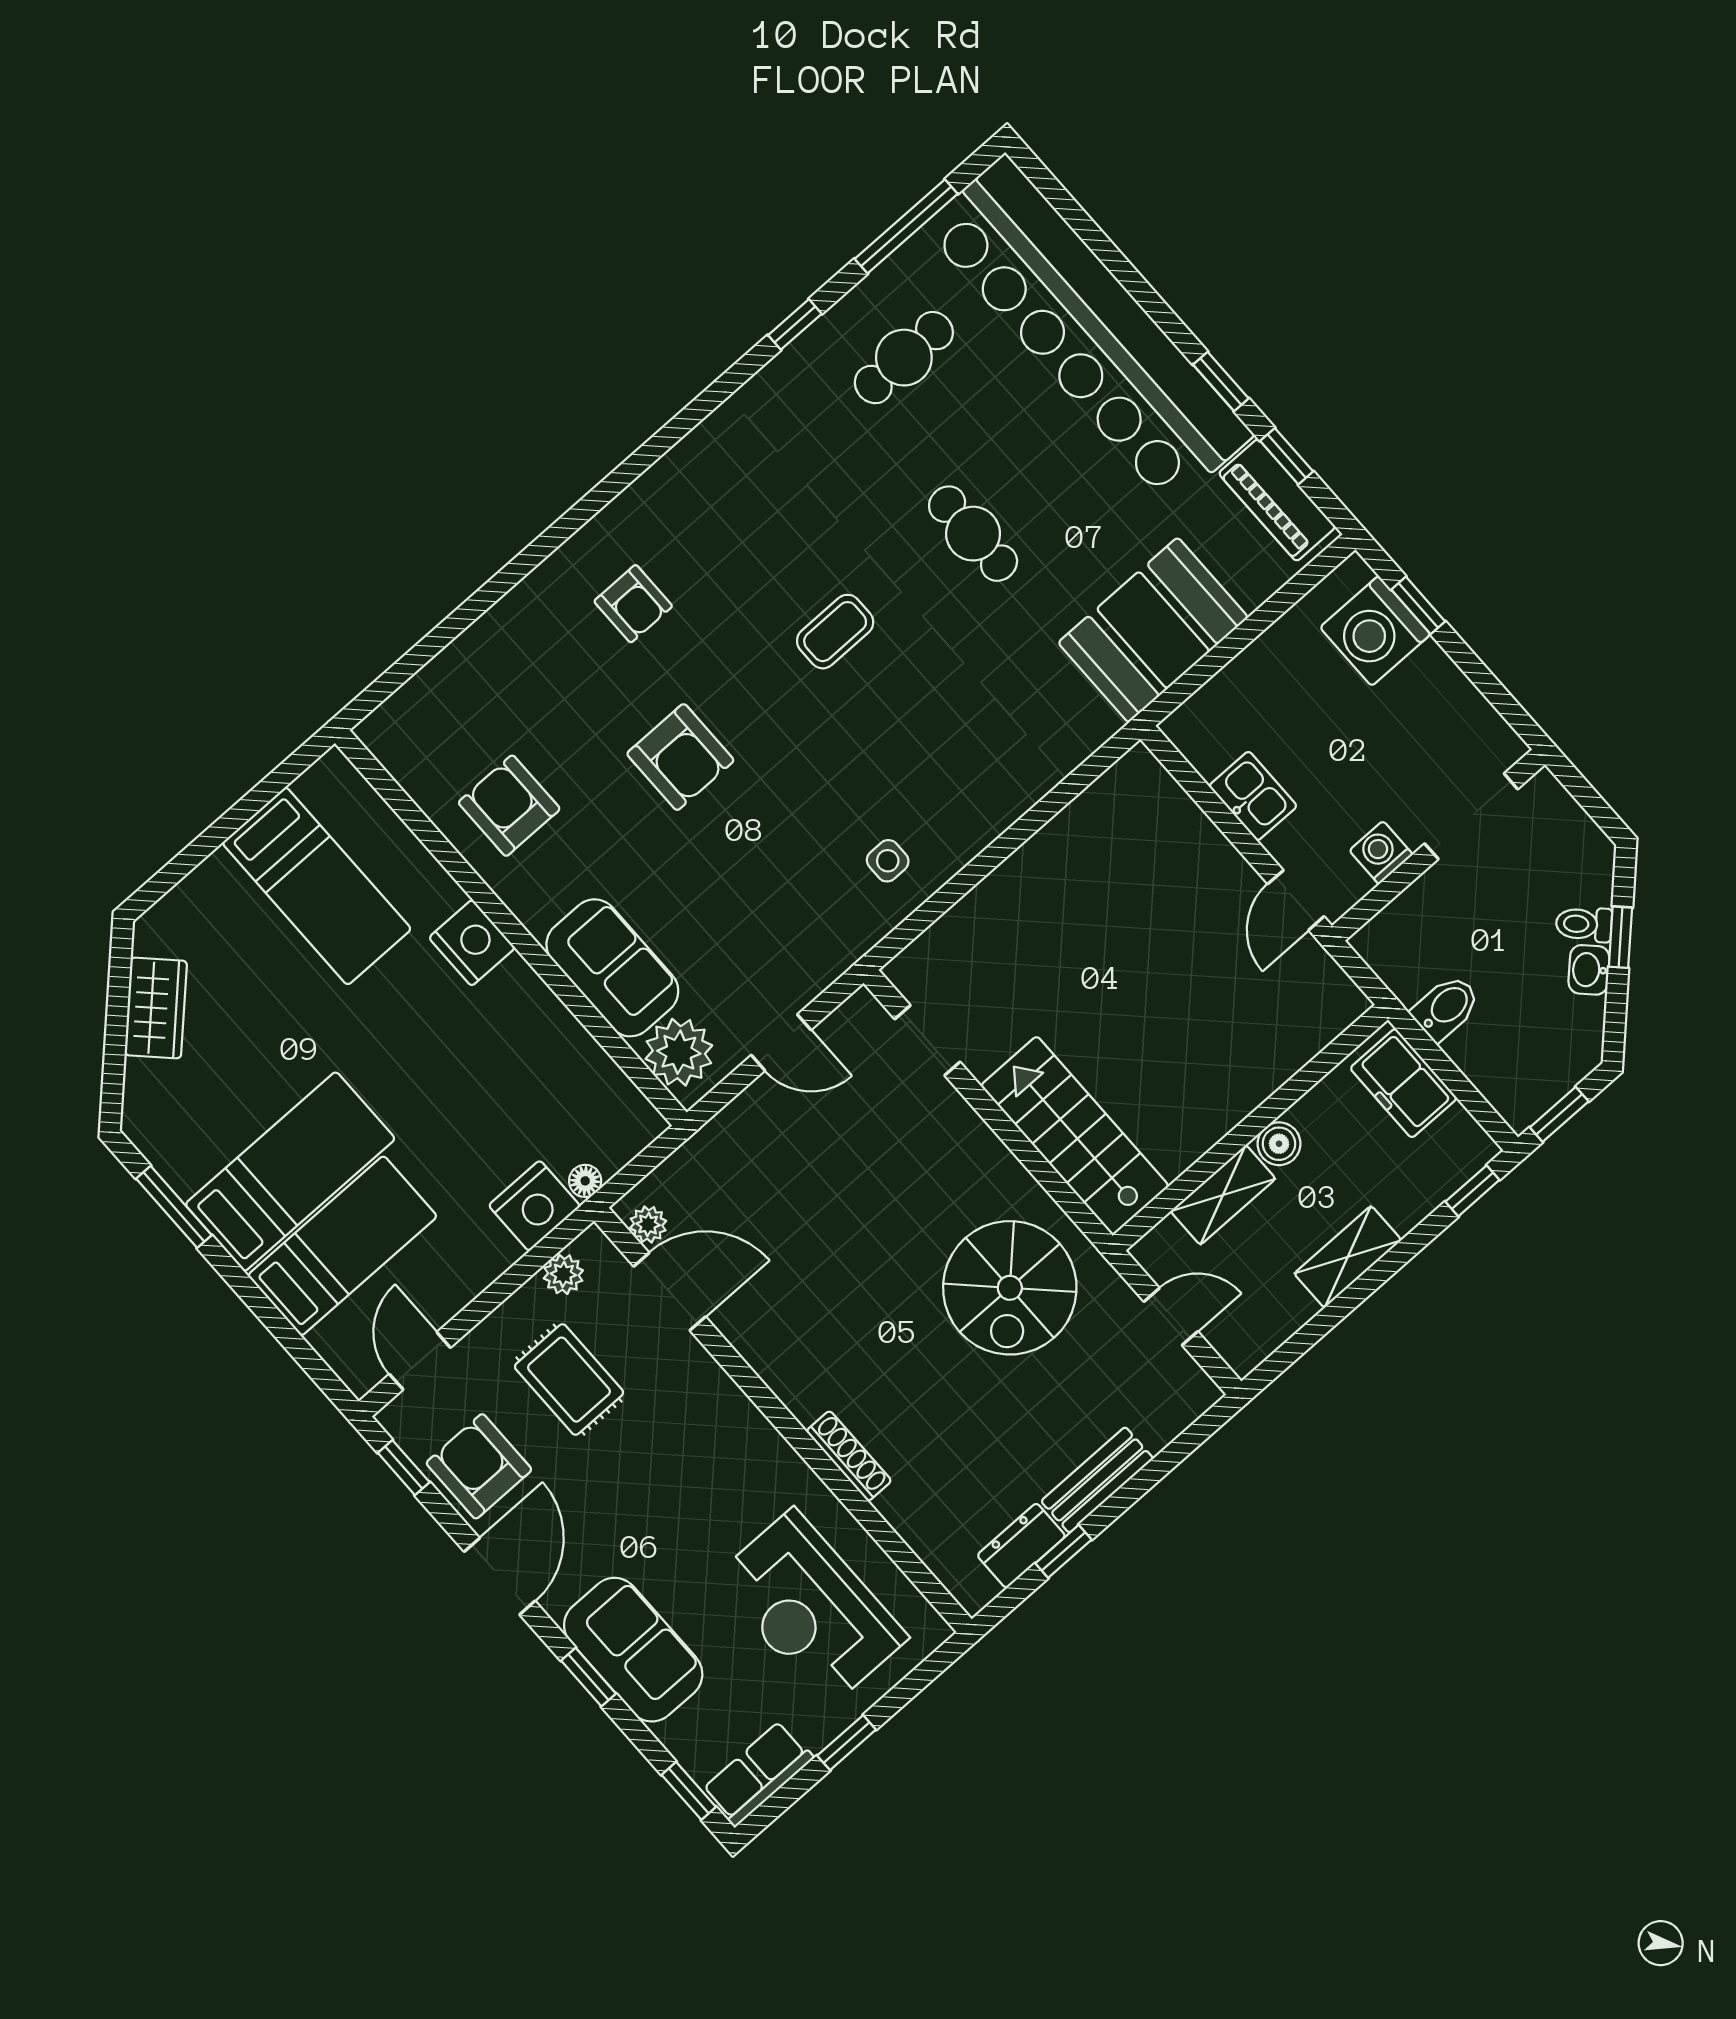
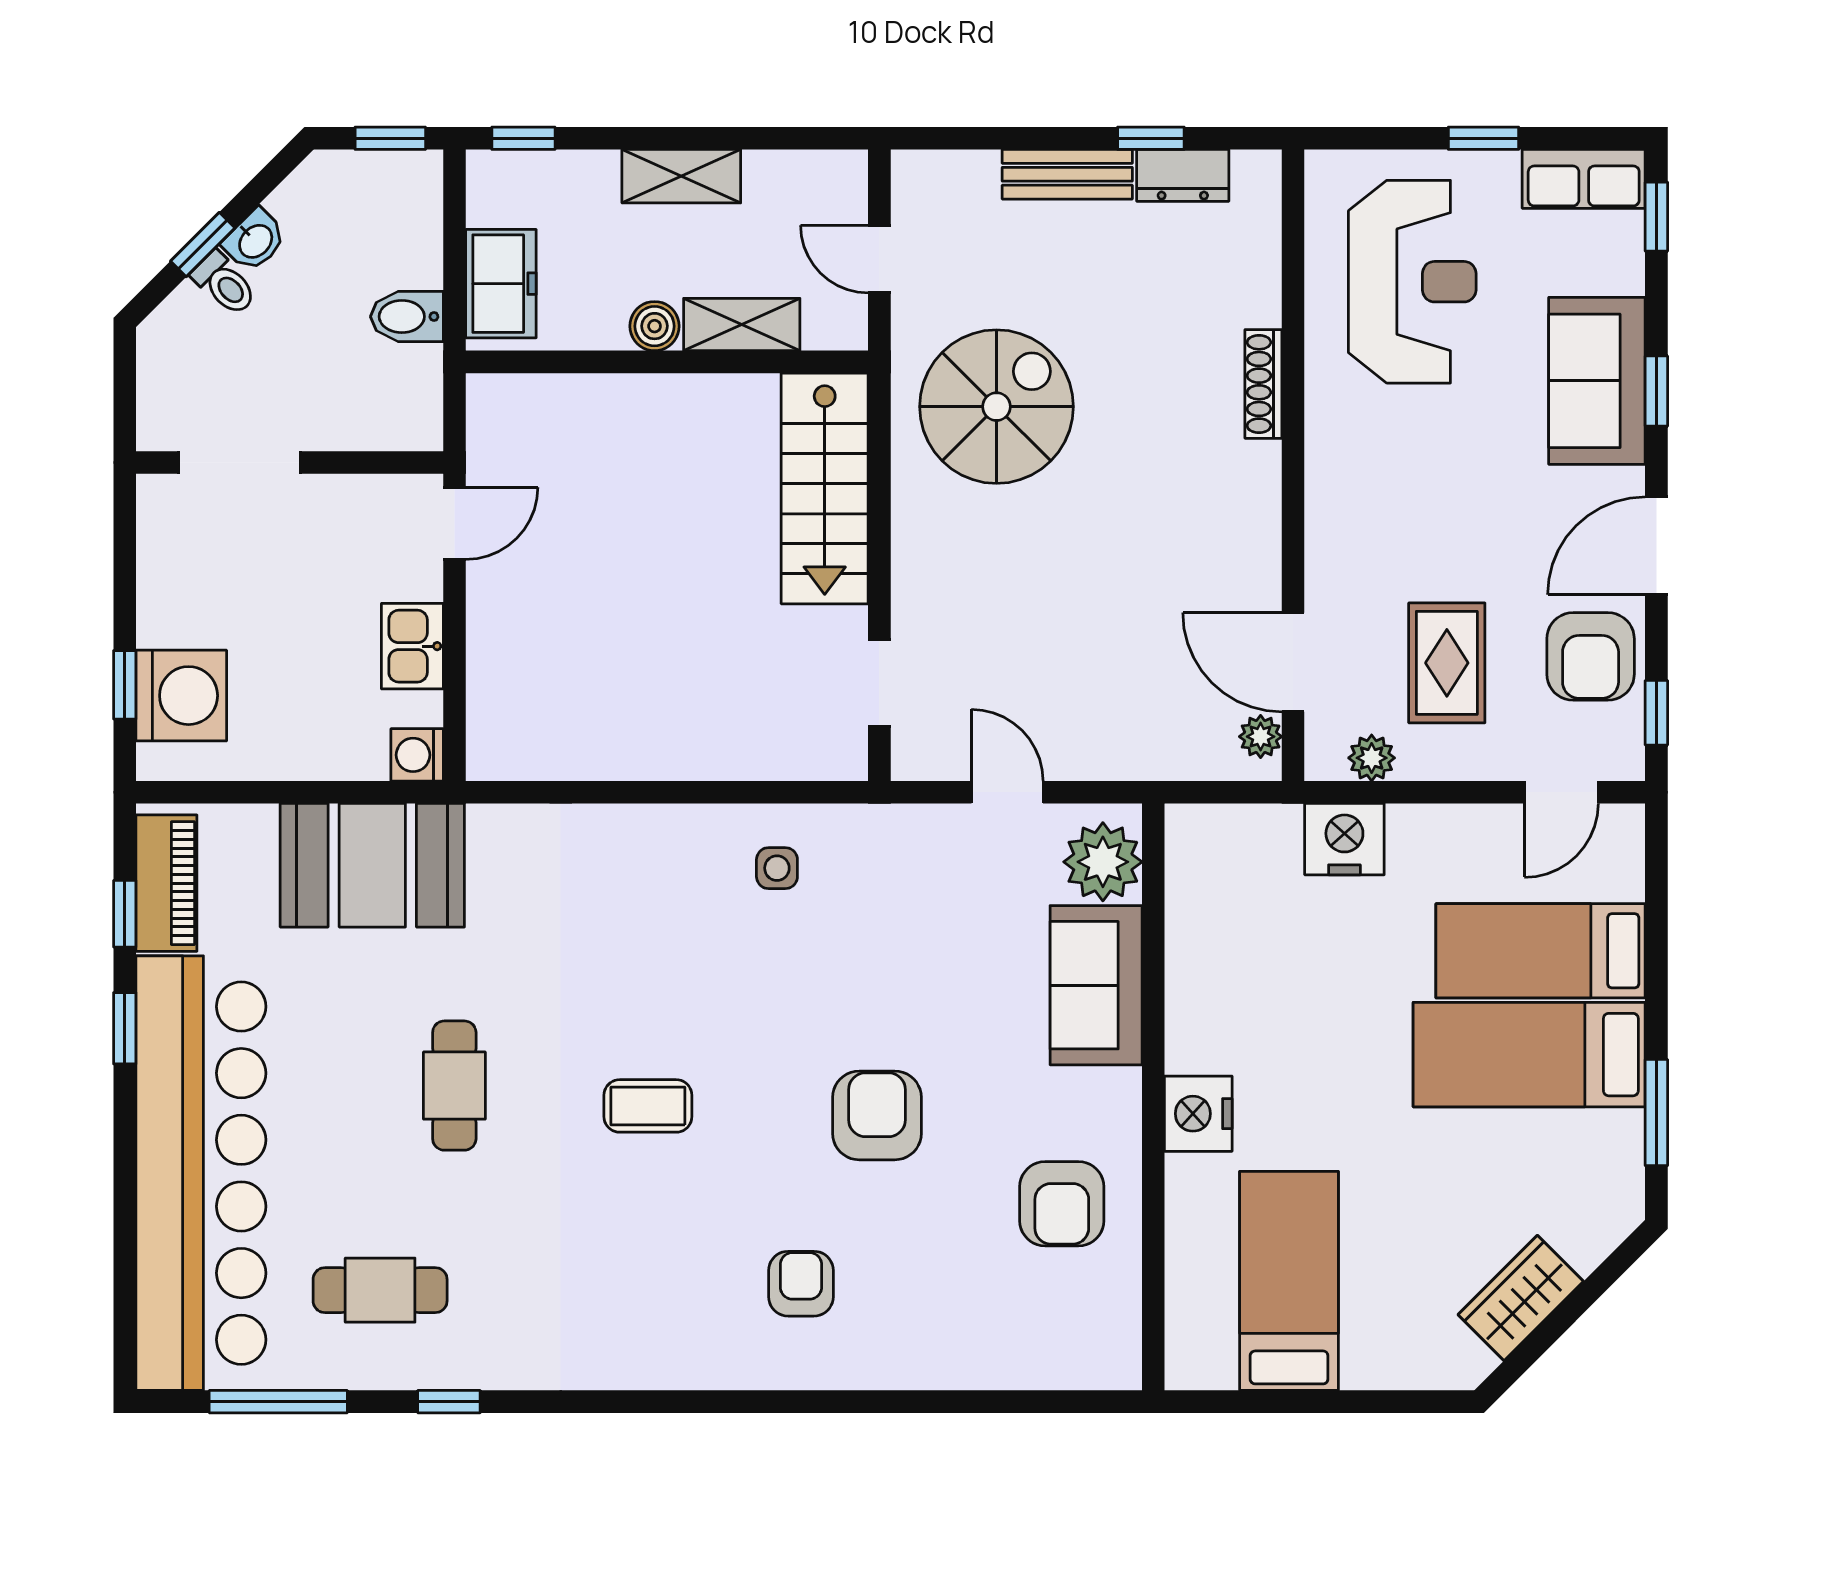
washing machine: (1381, 852) -> (417, 755), moved, turned 90
floor lamp: (585, 1181) -> (1282, 822), removed

